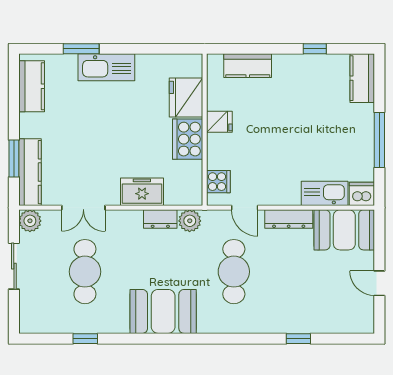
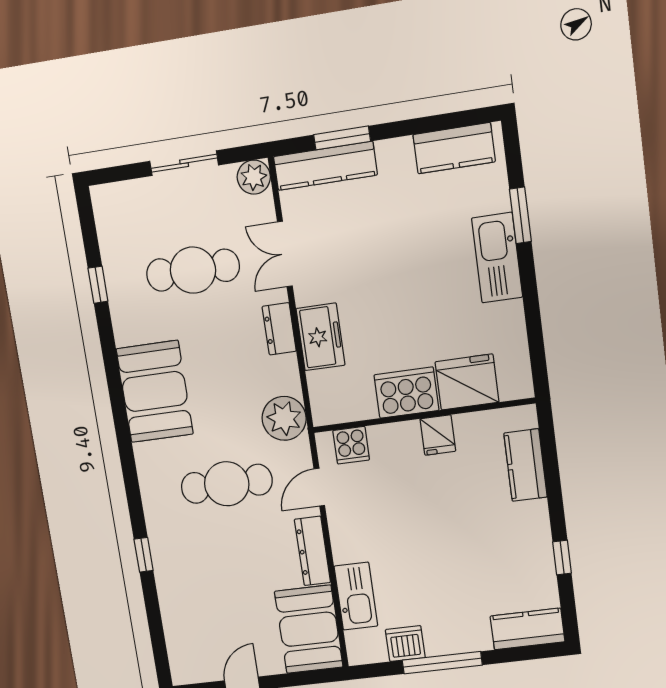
dishwasher: (362, 194) -> (405, 644), moved, turned -90
dresser: (160, 219) -> (279, 329), moved
plant: (190, 221) -> (284, 418), width x1.36, depth x1.36
window: (298, 339) -> (144, 555), moved

